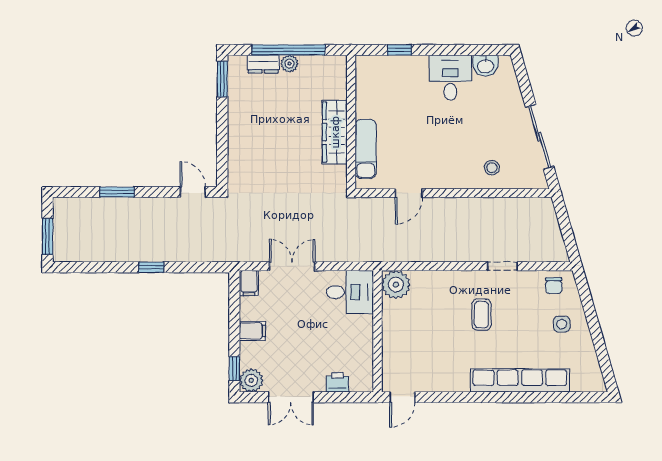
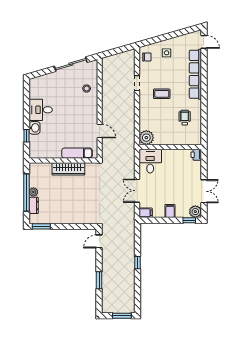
washbasin: (486, 66) -> (34, 128), moved
wheelchair: (435, 360) -> (185, 118), added
printer: (337, 382) -> (196, 155), moved
door: (402, 397) -> (204, 42), moved

